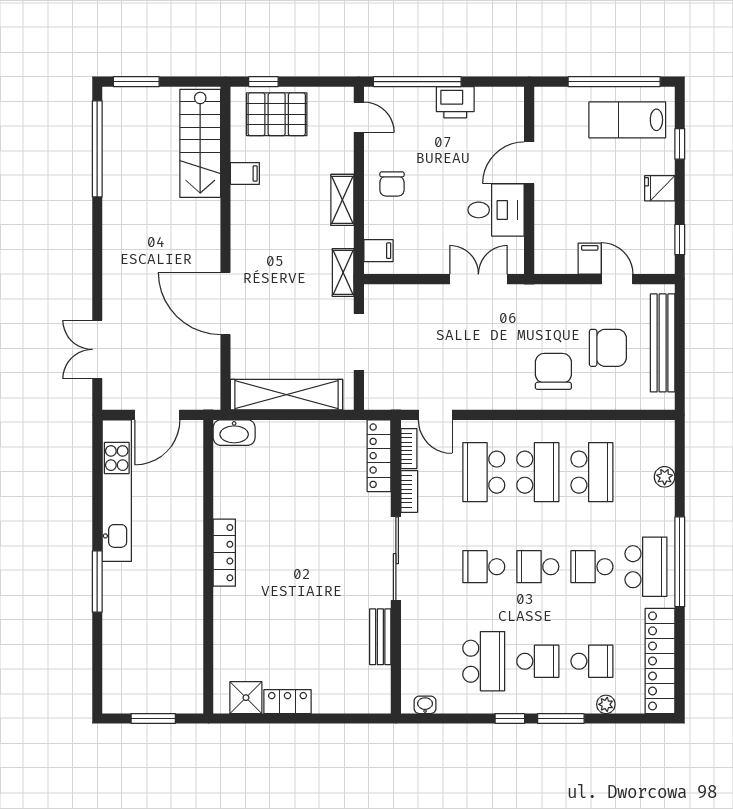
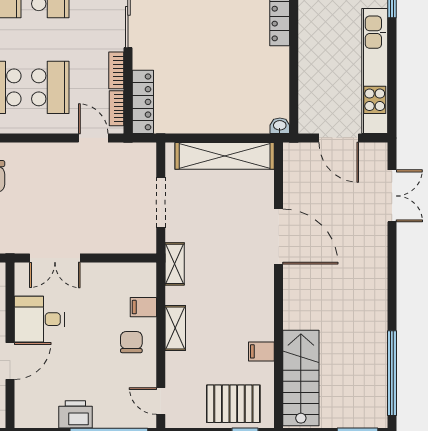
filing cabinet: (378, 251) -> (143, 307), moved
door: (157, 415) -> (339, 138), swing flipped
washbasin: (234, 433) -> (280, 126), width x0.52, depth x0.69

